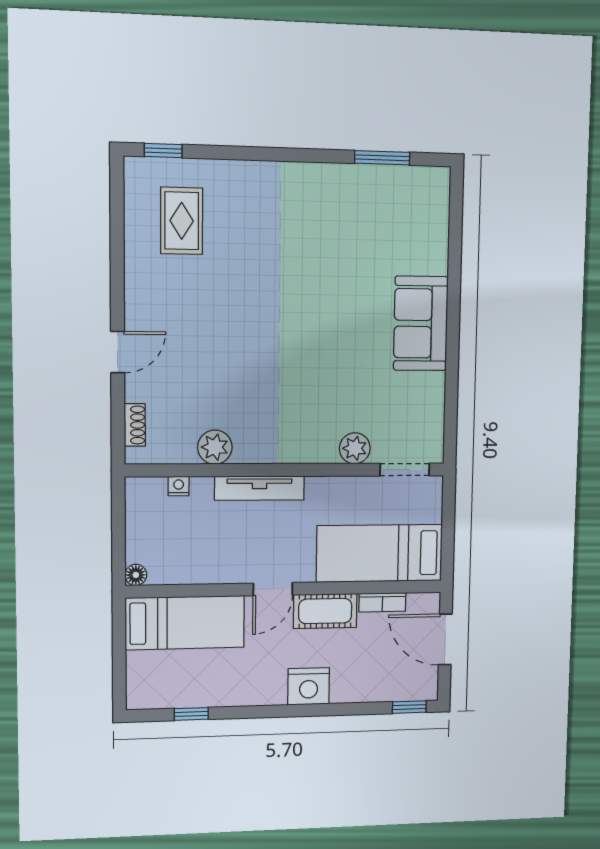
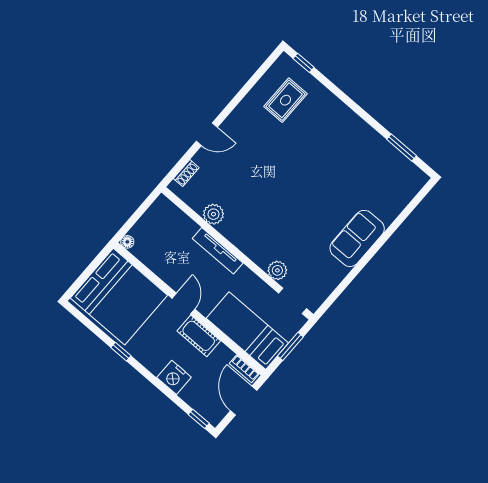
nightstand: (179, 486) -> (182, 218), removed
window: (448, 527) -> (290, 346), added
door: (273, 589) -> (183, 304), swing flipped
bookcase: (382, 602) -> (244, 369), moved
bed: (185, 623) -> (119, 297), width x2.04
nightstand: (309, 686) -> (174, 377), moved
window: (191, 714) -> (121, 352), moved

